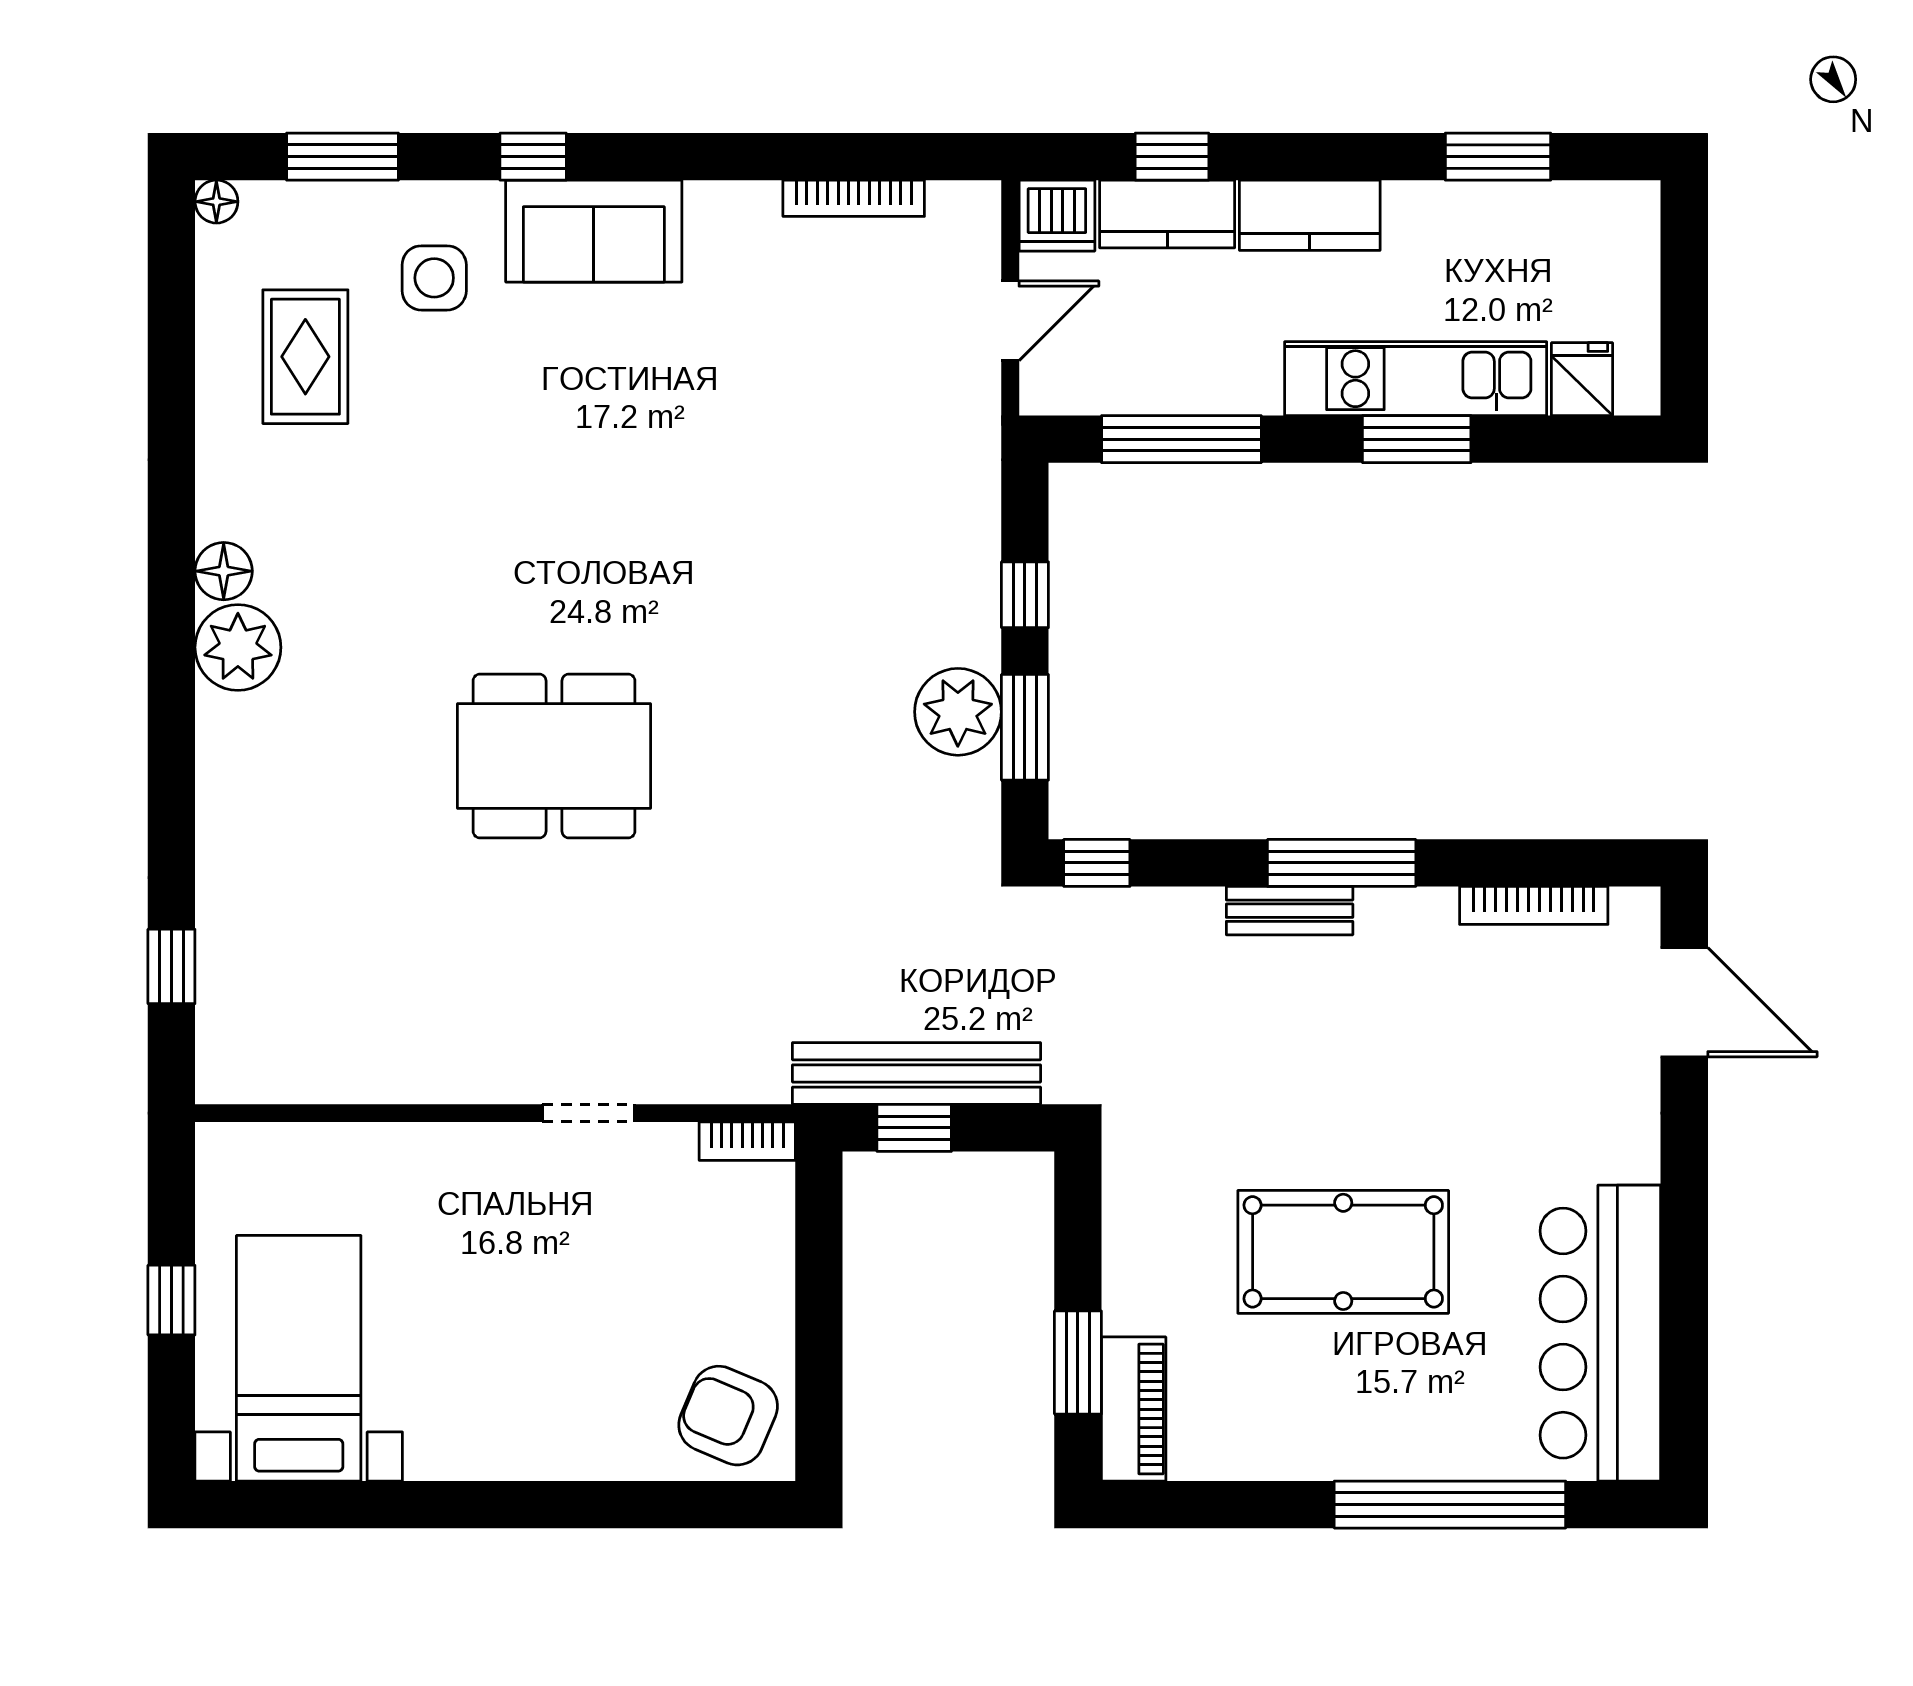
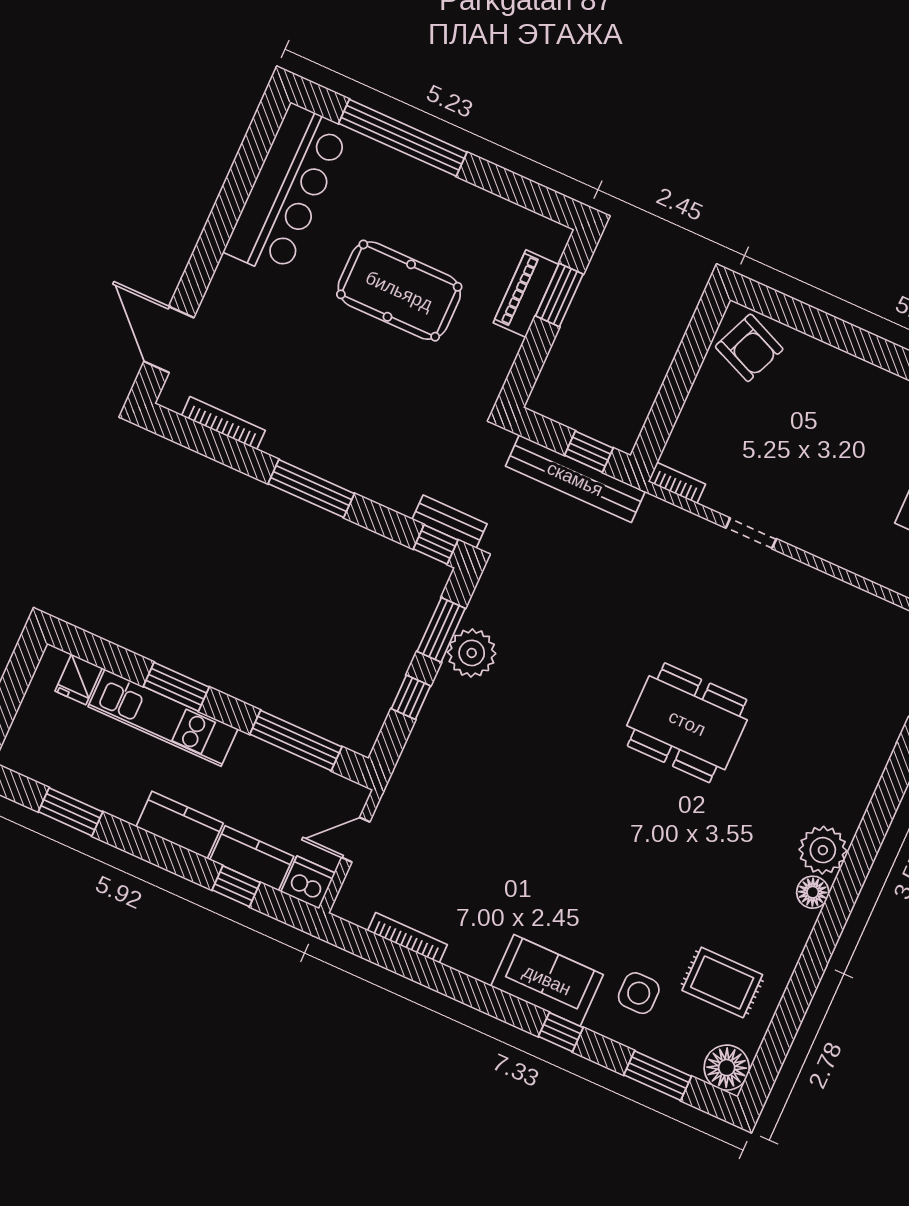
floor lamp: (216, 202) -> (727, 1068), width x1.89, depth x1.89
rug: (305, 357) -> (722, 982), turned 90
bench: (1290, 911) -> (450, 522), moved
piano: (1134, 1409) -> (526, 294), moved

